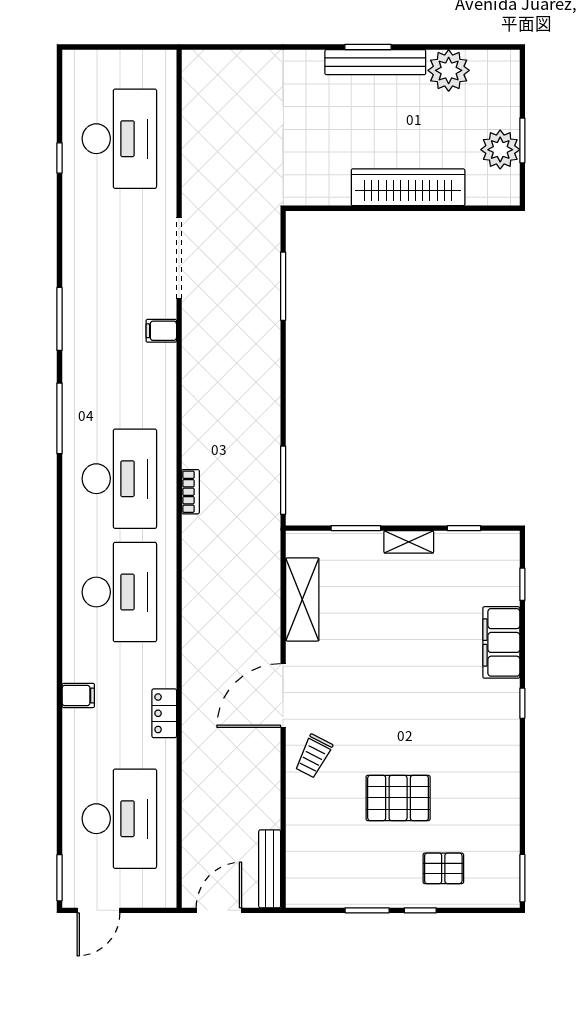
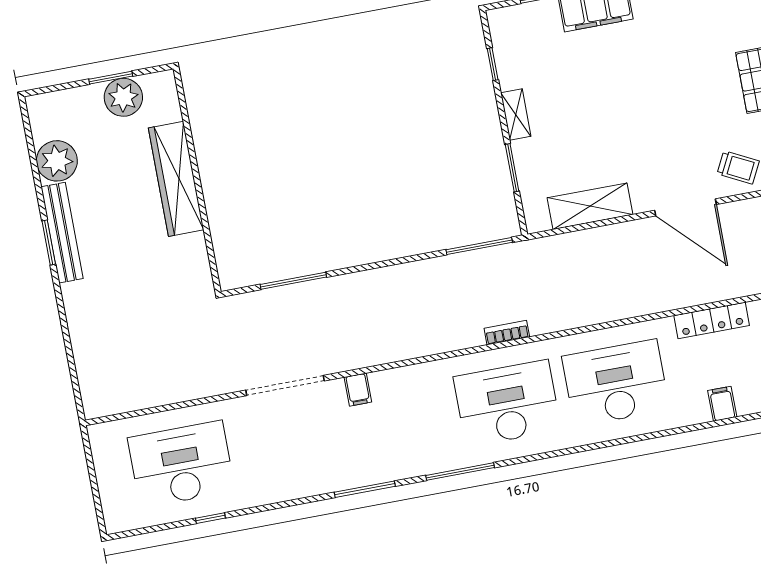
locker: (164, 713) -> (712, 320), width x1.53

